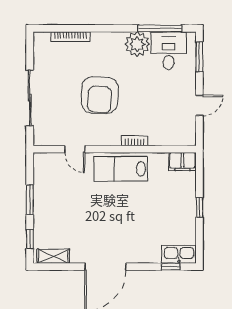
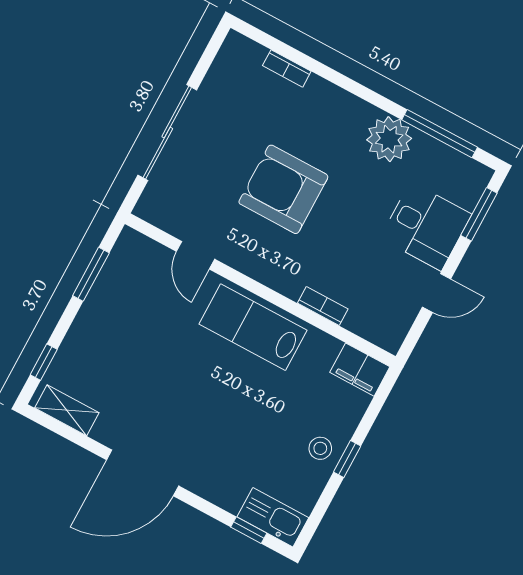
bookcase: (70, 37) -> (287, 68), width x0.64
desk: (169, 51) -> (426, 226), moved, turned 90
armchair: (100, 95) -> (283, 189), turned 87
bookcase: (135, 141) -> (323, 306), moved
window: (30, 200) -> (91, 274), moved
stool: (184, 209) -> (320, 448), added

